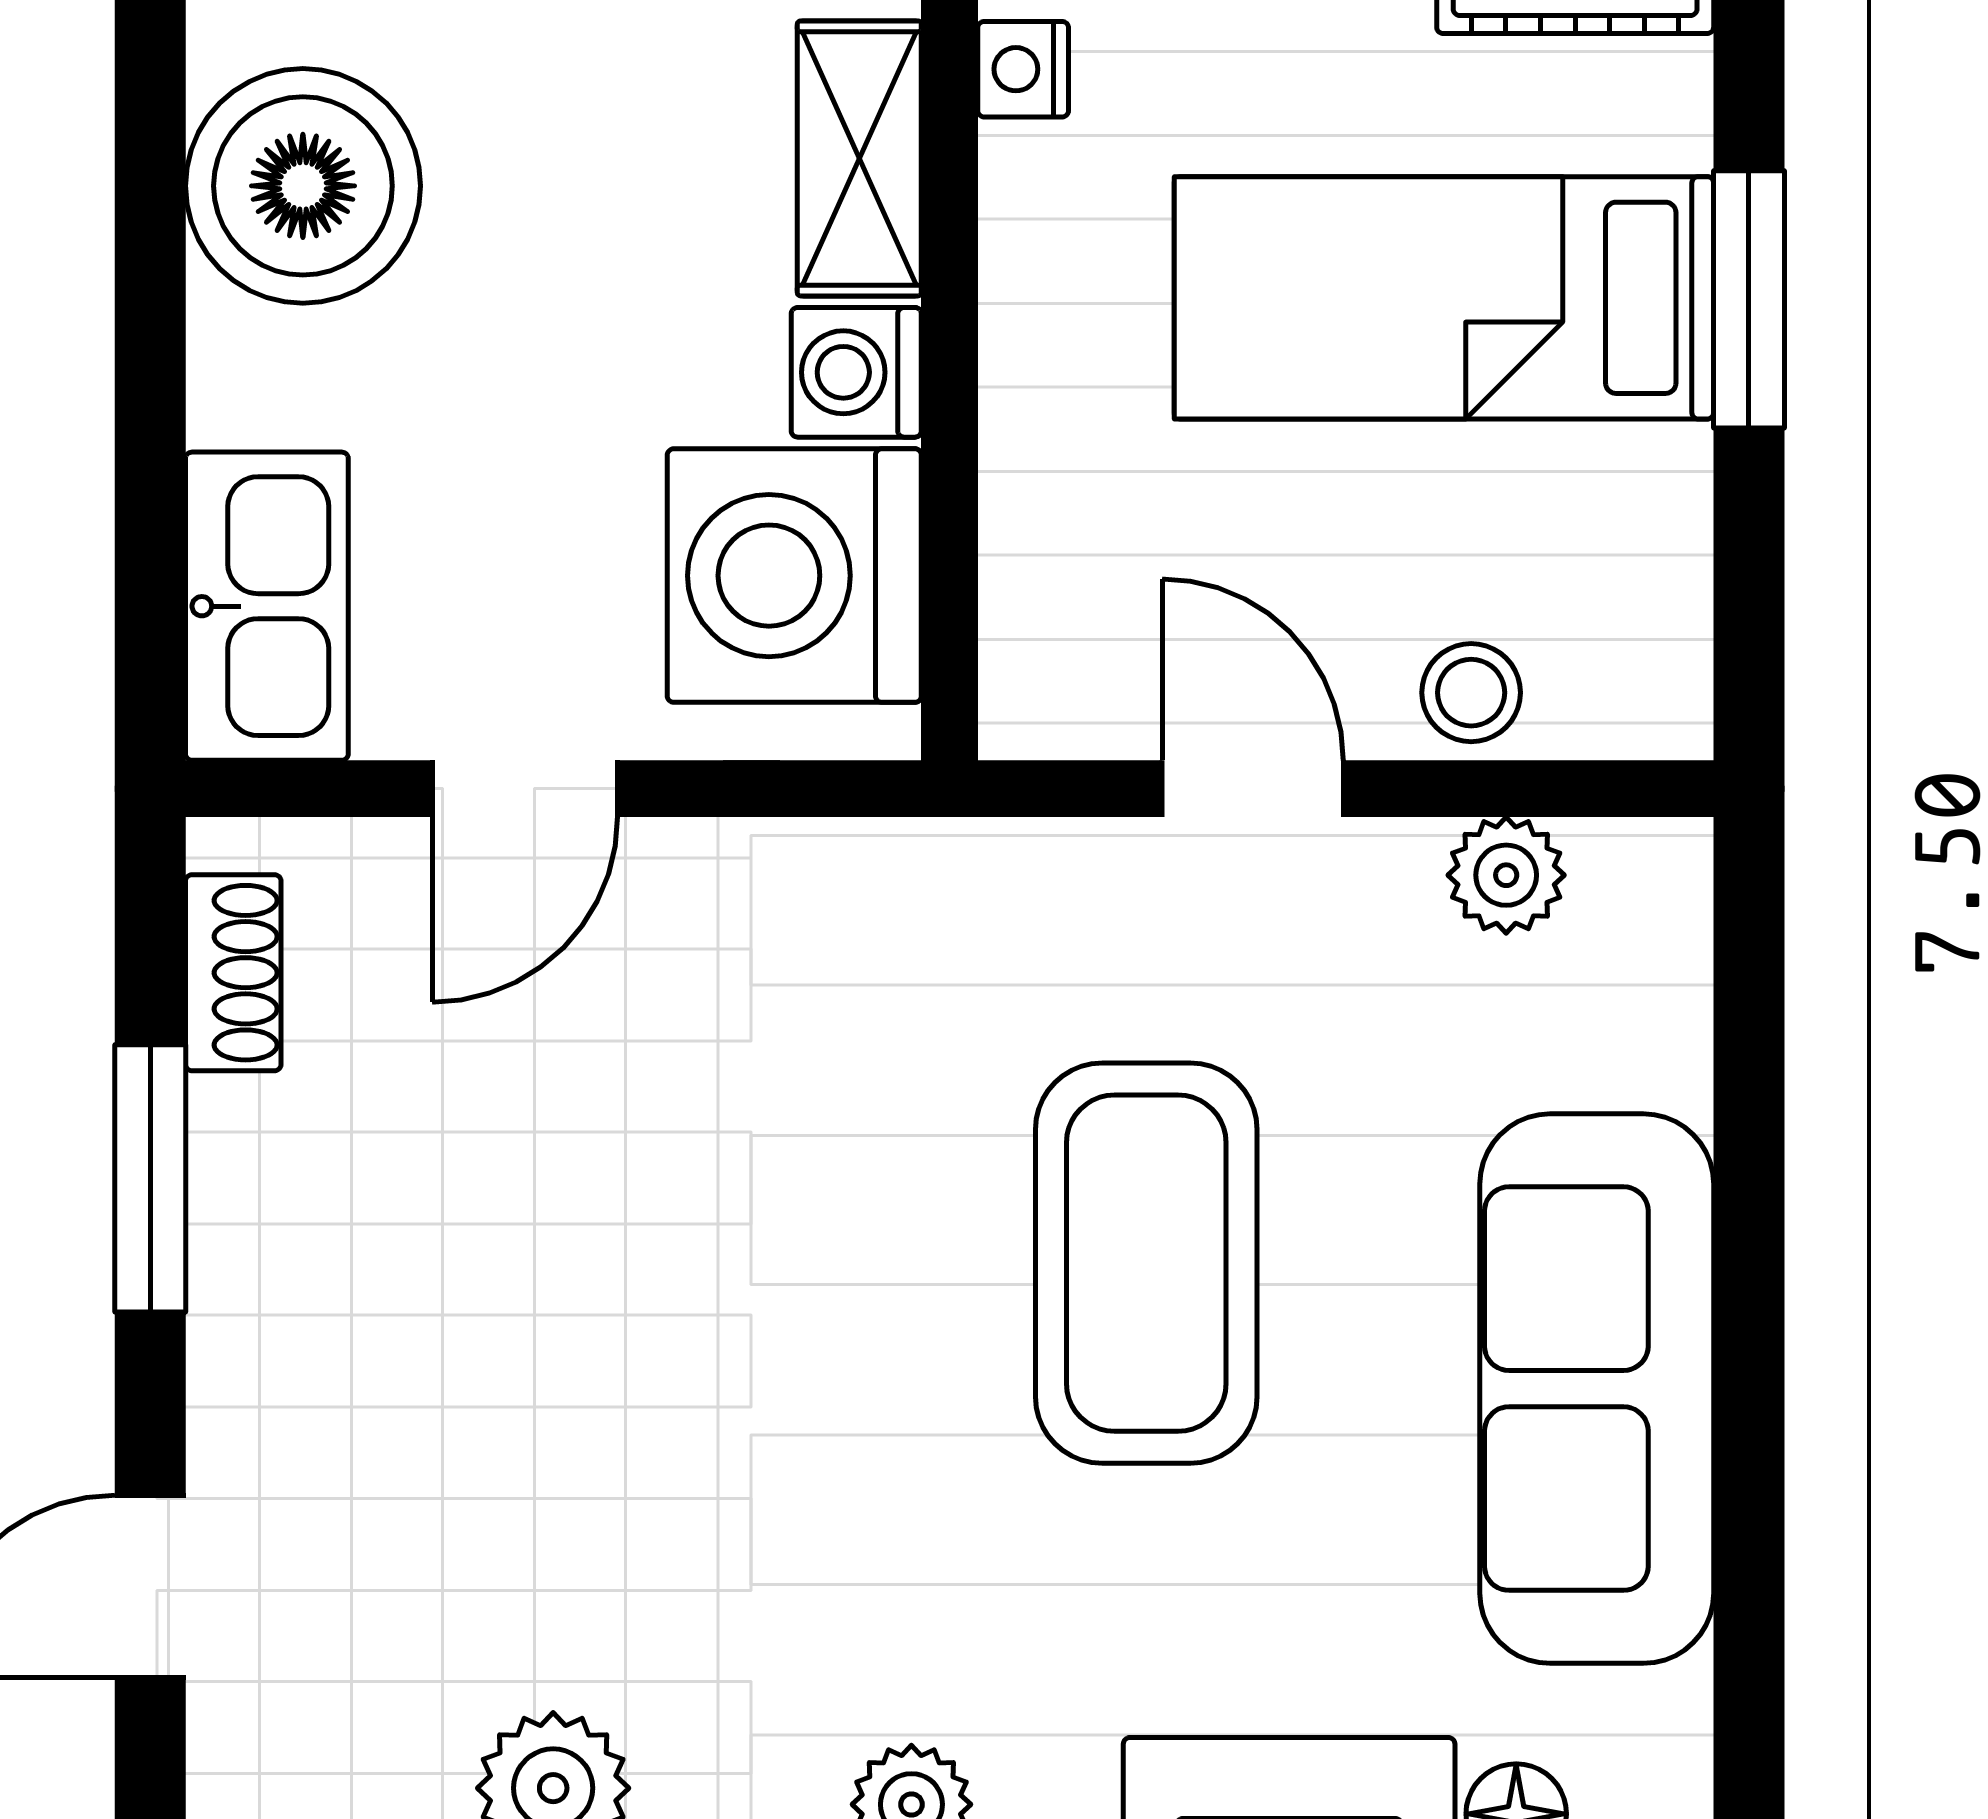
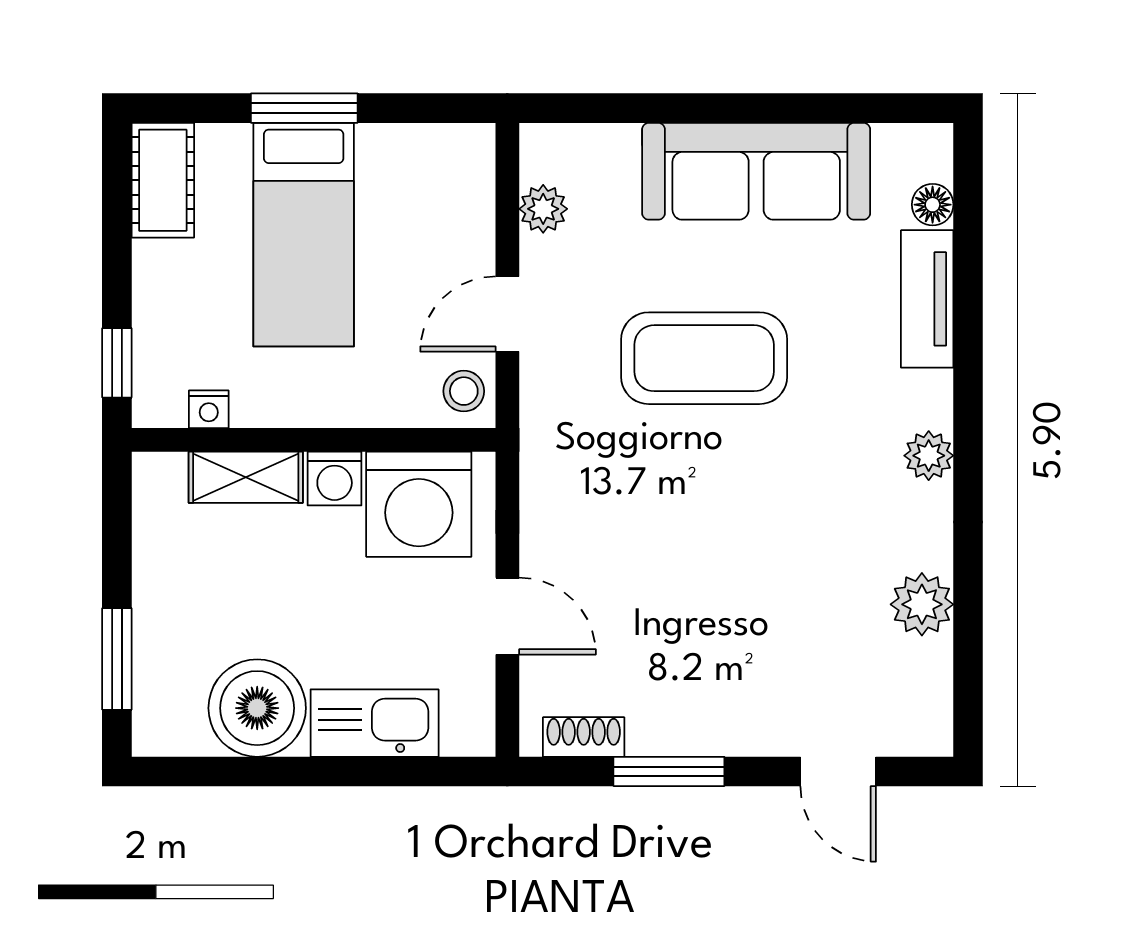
kitchen sink: (267, 606) -> (375, 723), moved
stool: (1471, 693) -> (464, 391), moved

